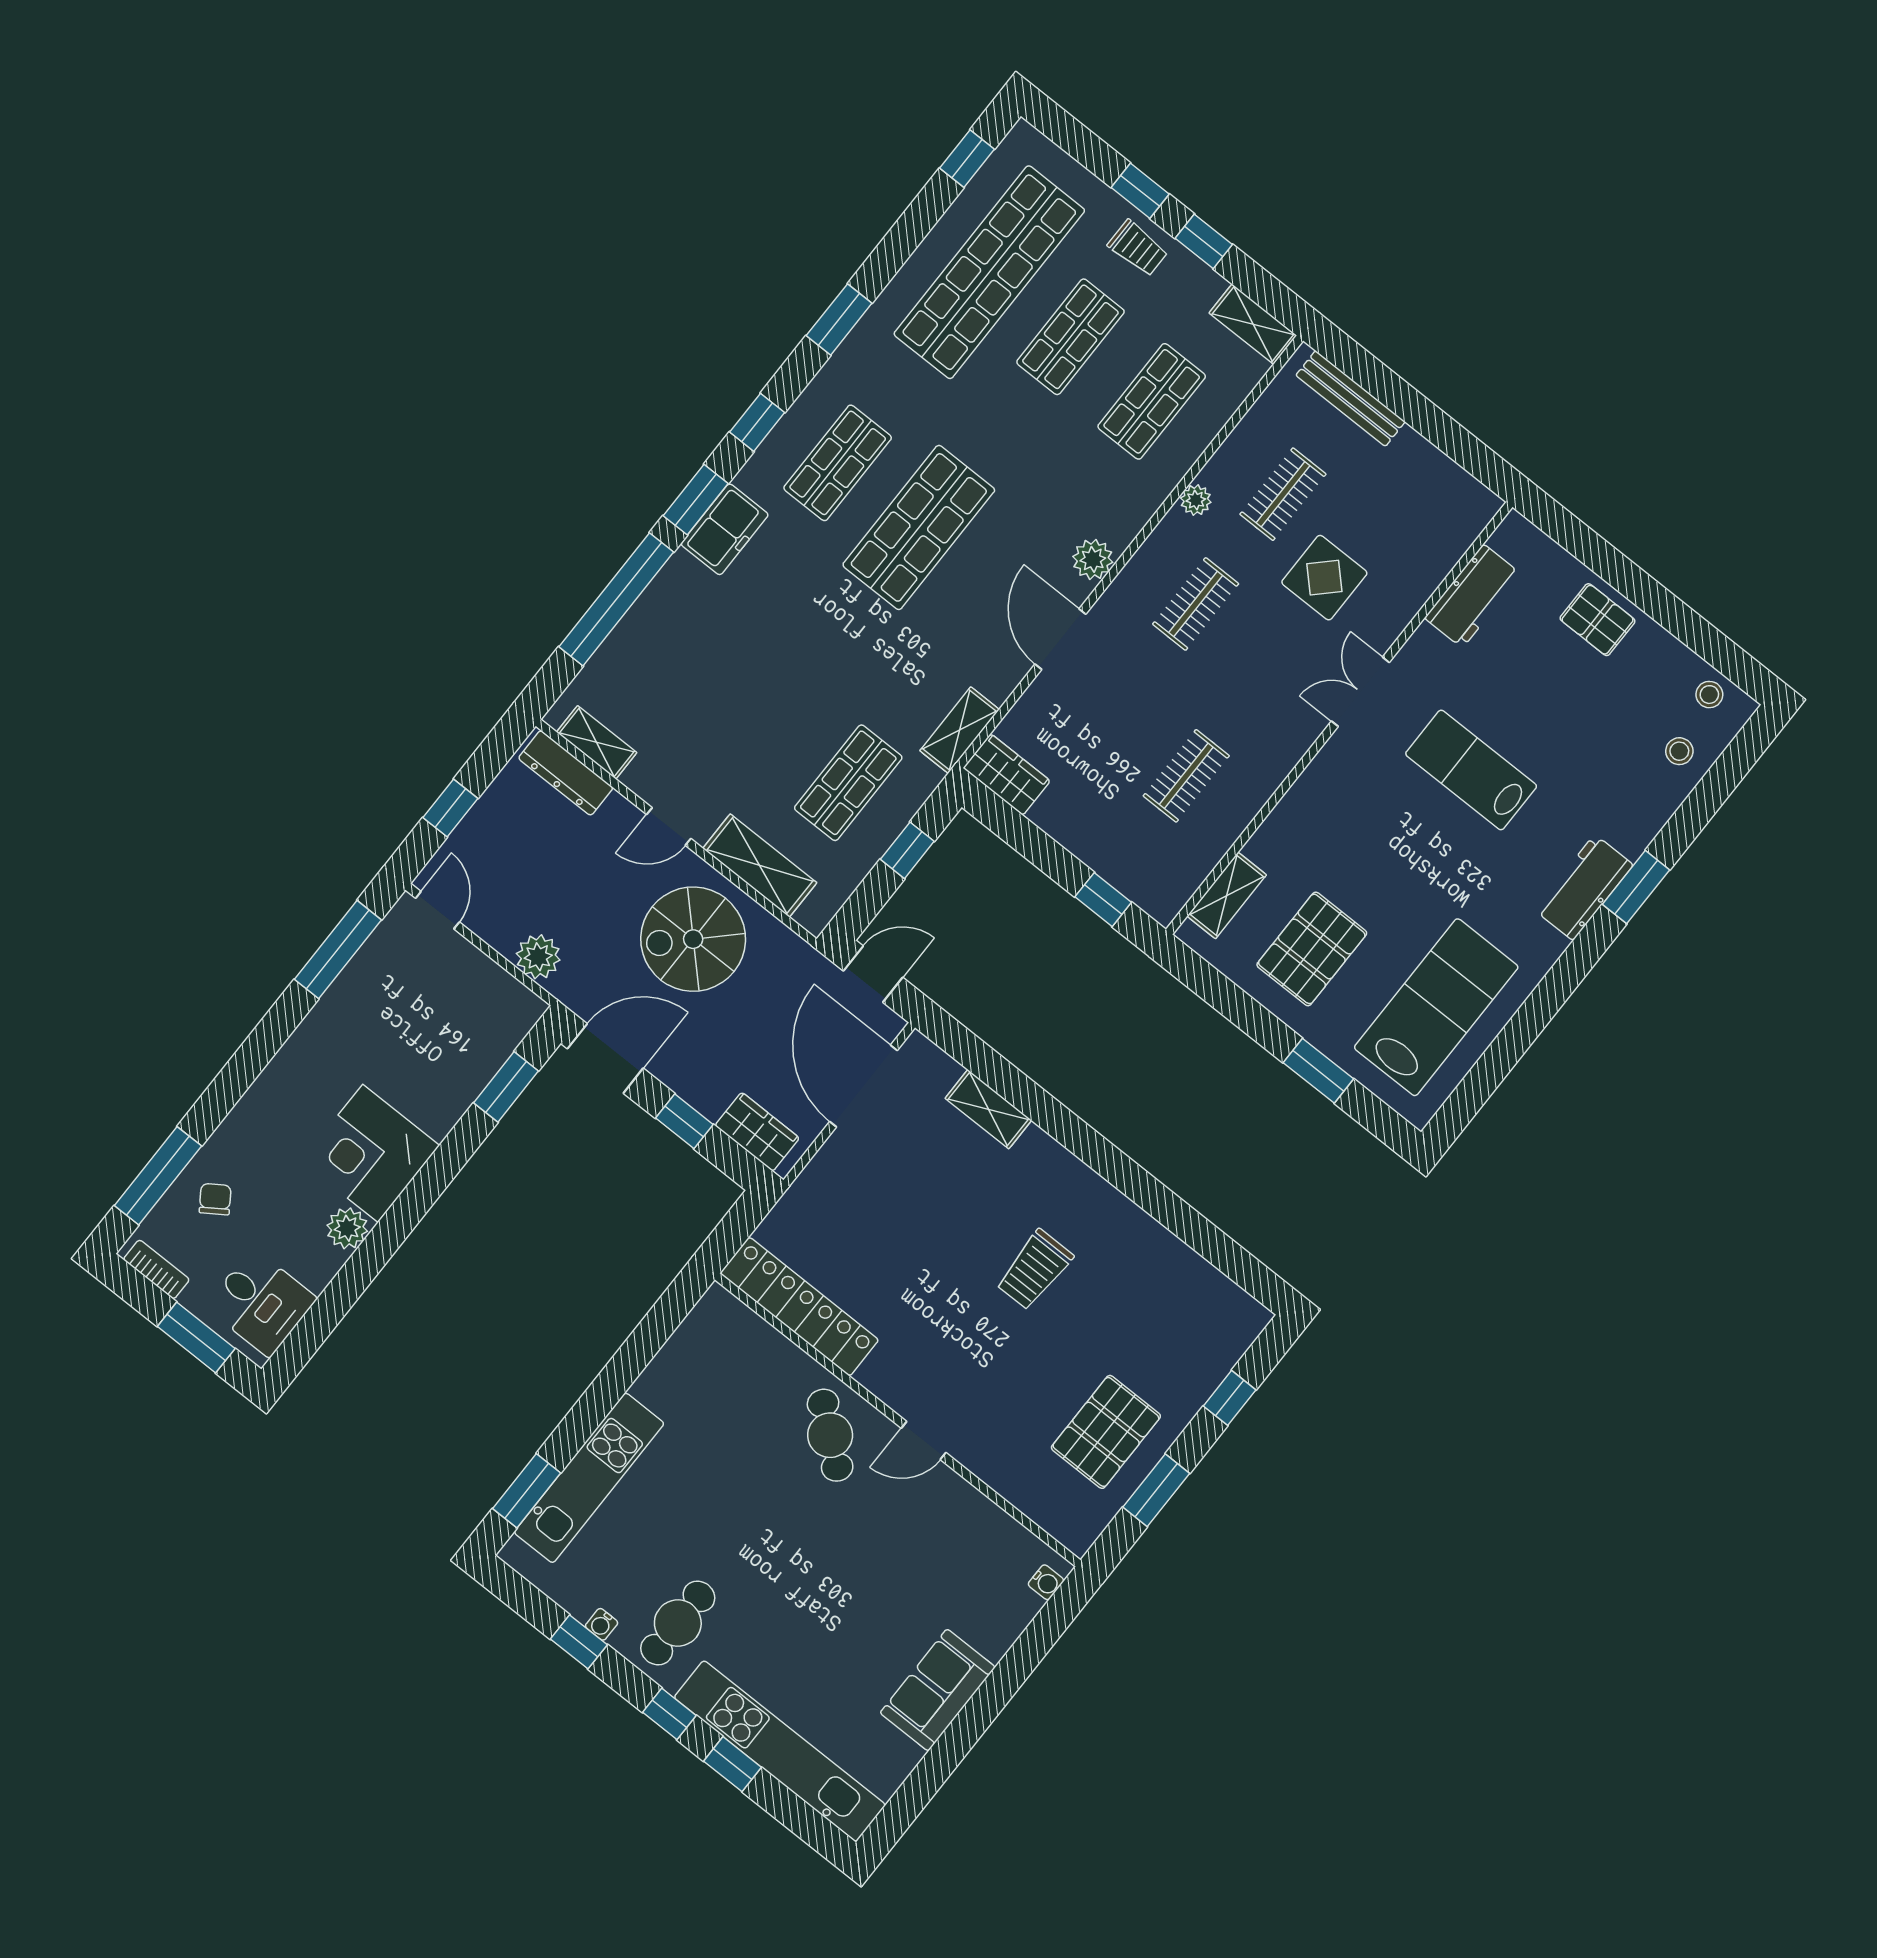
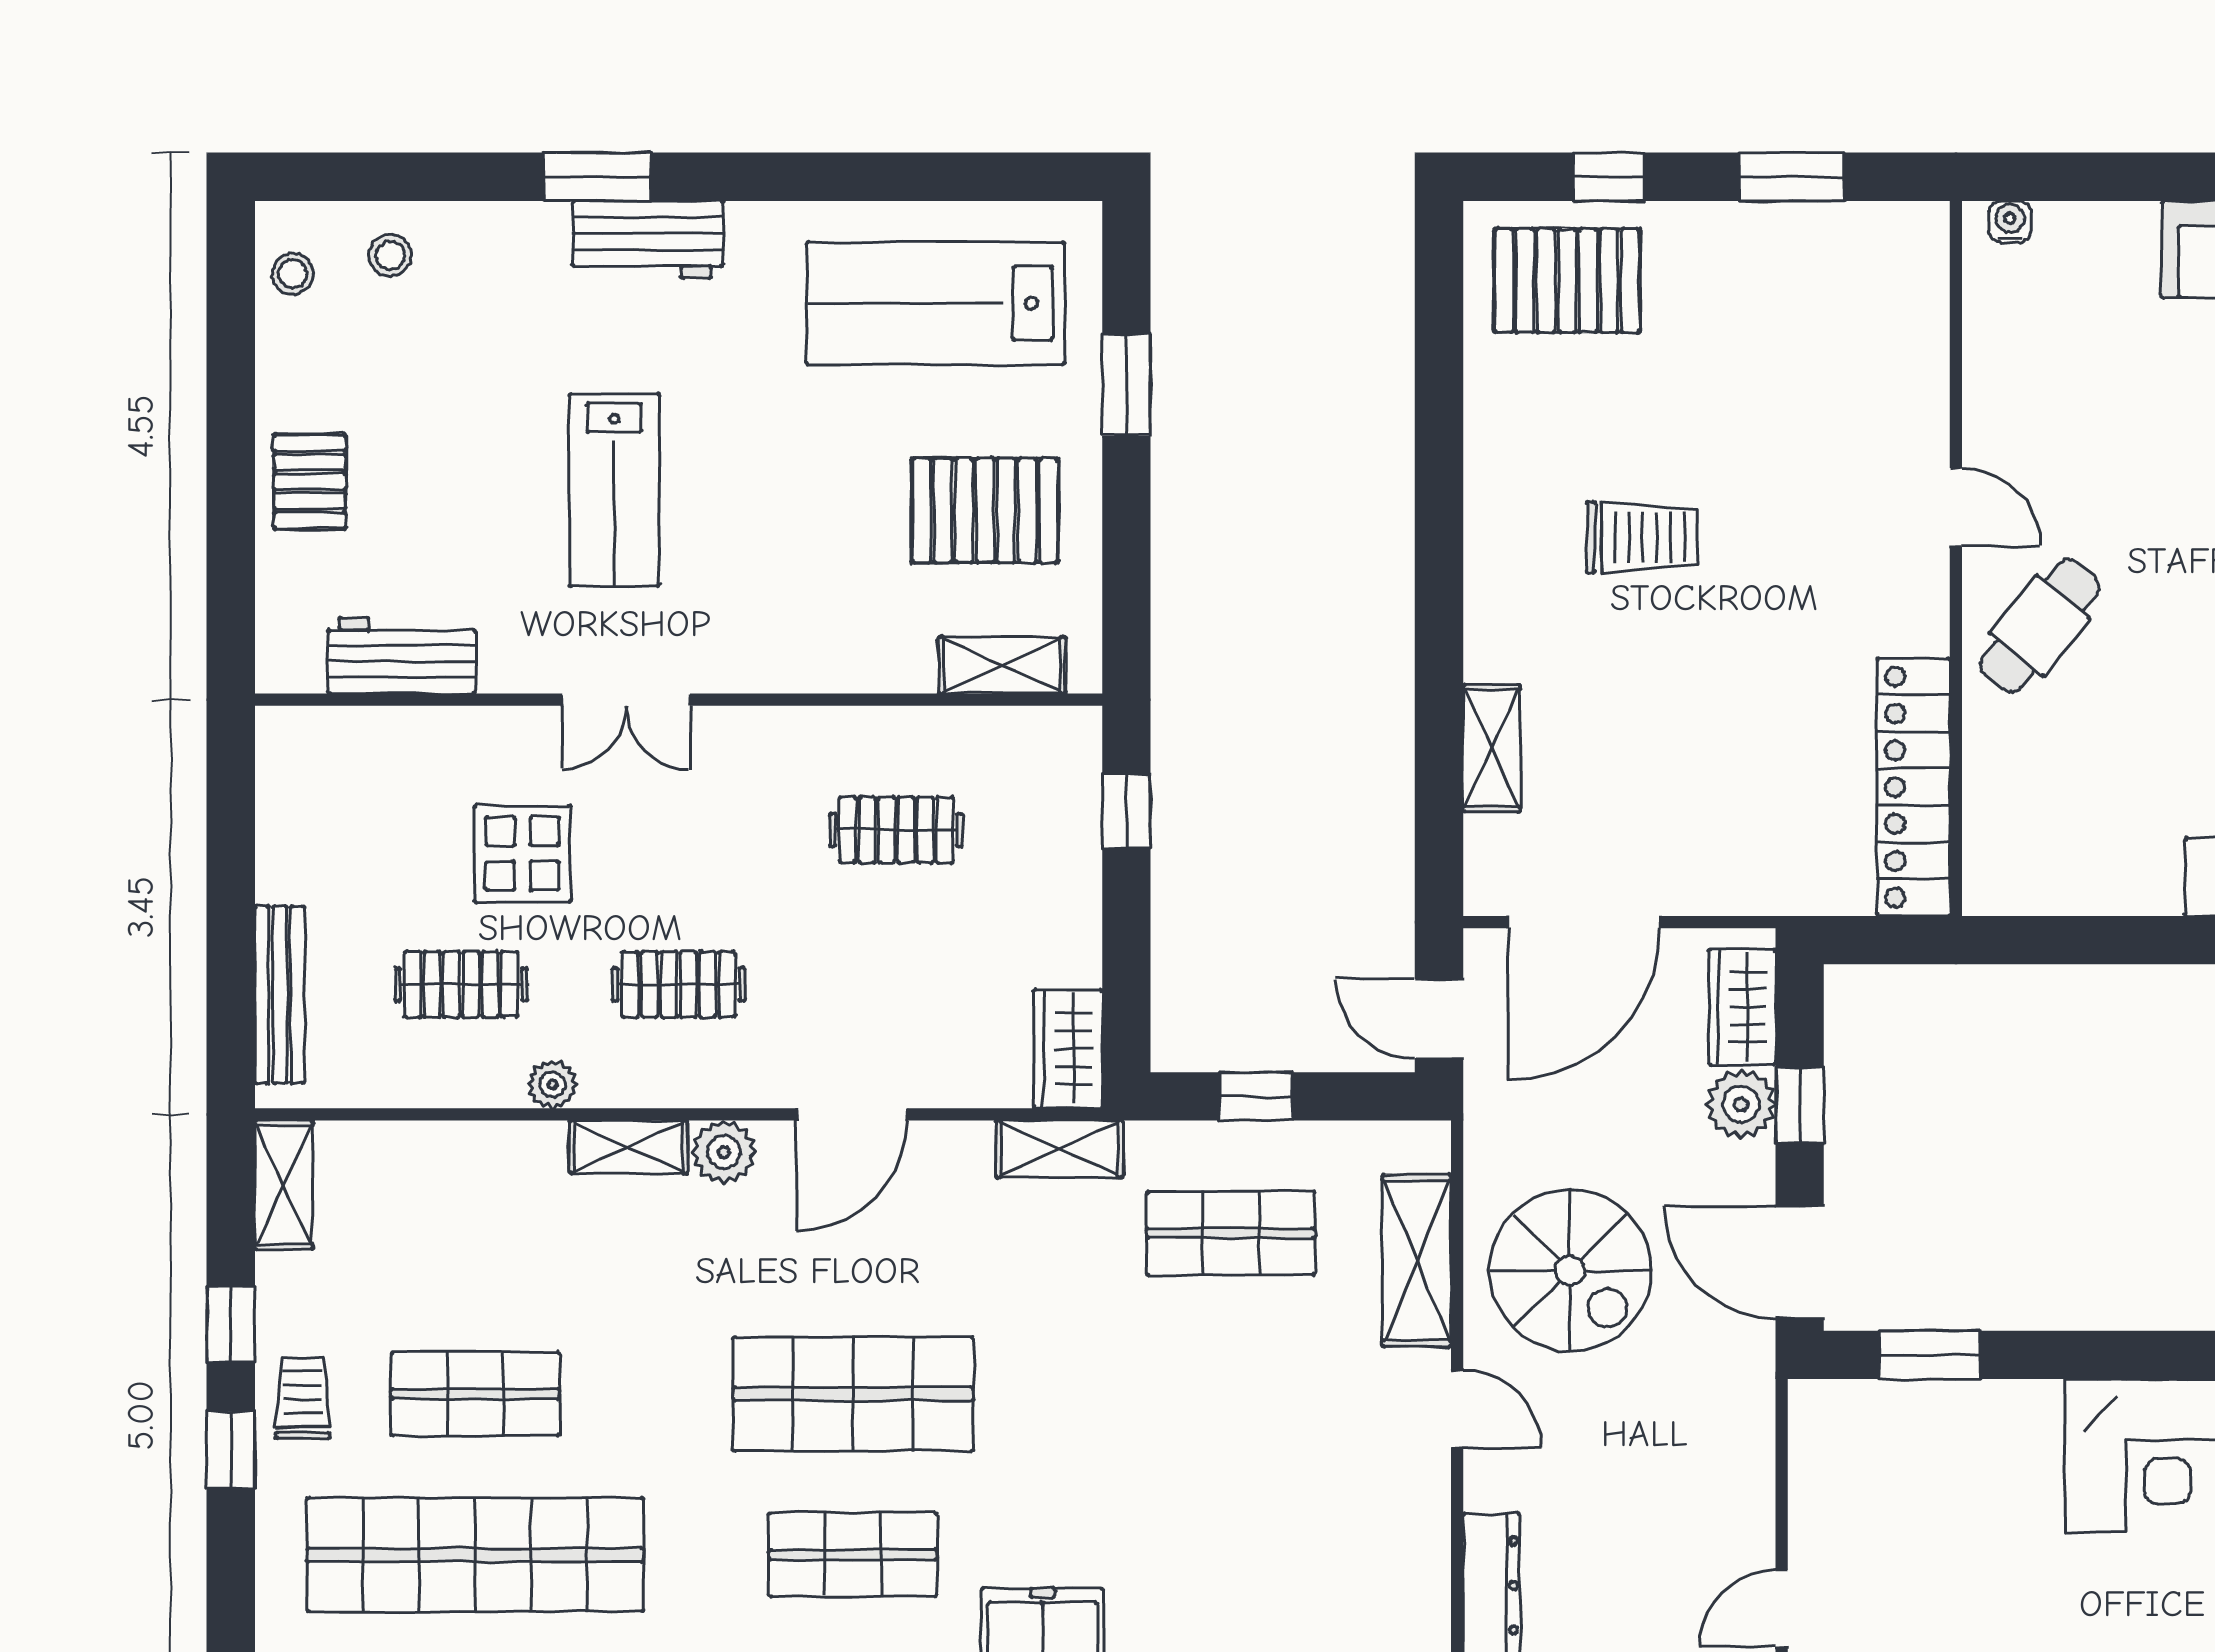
shop shelf: (1152, 401) -> (475, 1233), removed
shelving: (597, 742) -> (629, 1147), moved, turned 90
plant: (538, 957) -> (1741, 1104), moved
pallet: (1106, 1432) -> (1567, 281), moved

